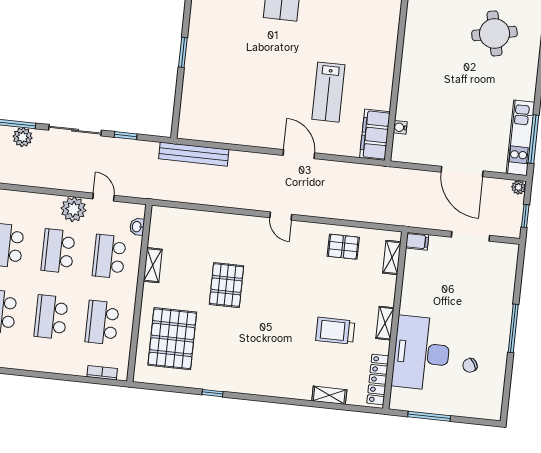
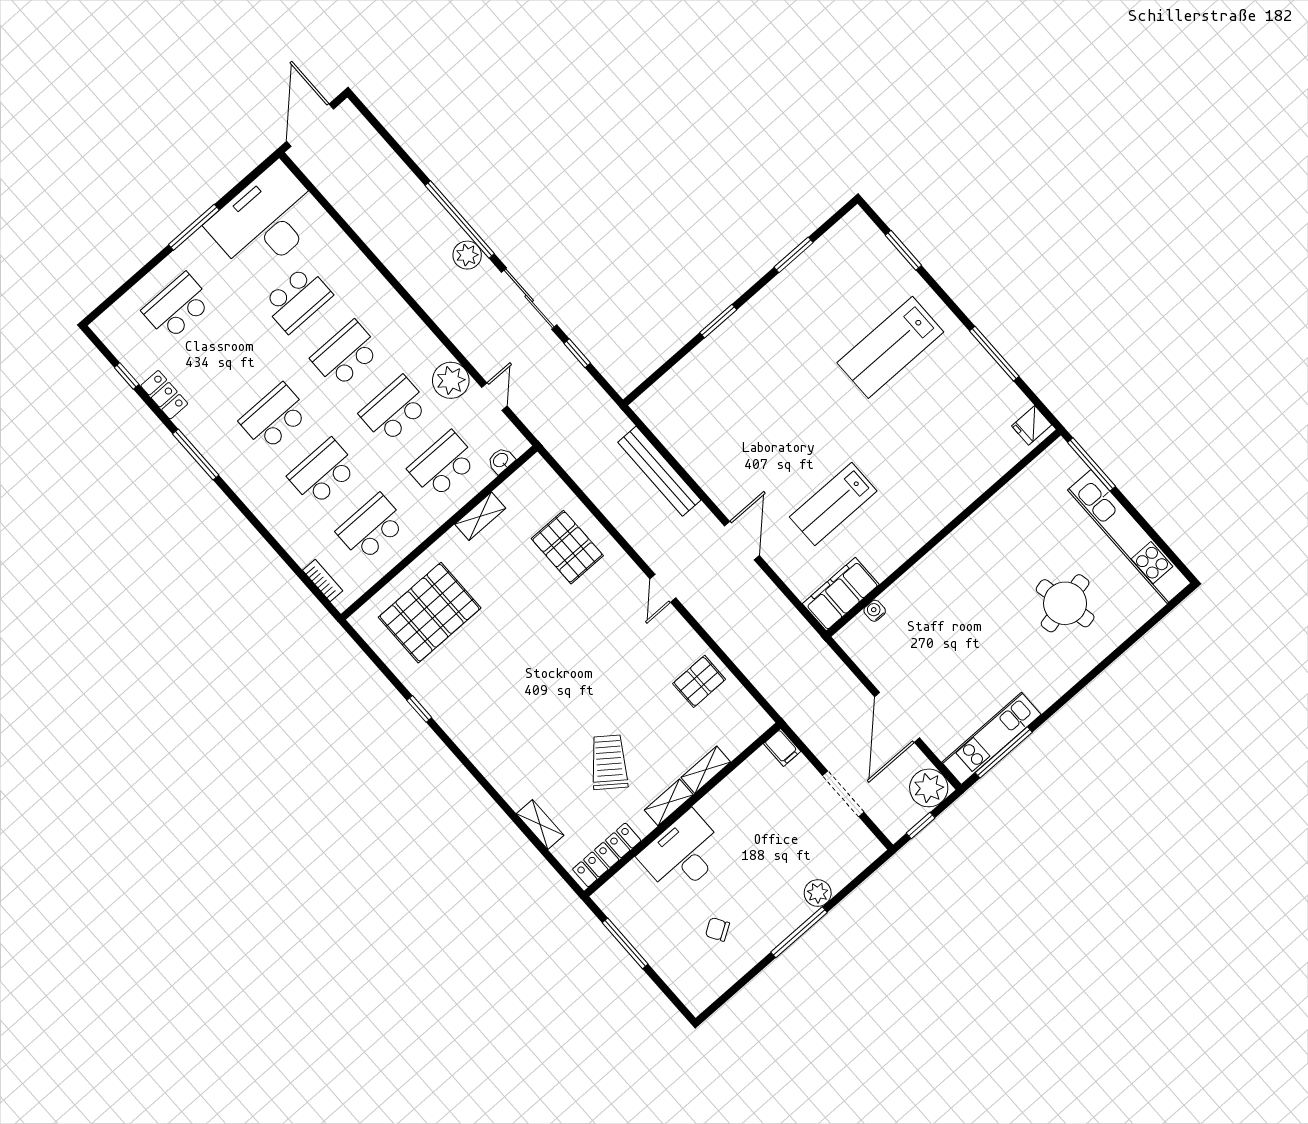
bench: (194, 154) -> (659, 471), moved
plant: (519, 187) -> (929, 788), width x1.87, depth x1.87
pallet: (343, 247) -> (699, 681), turned 90
shelving: (392, 257) -> (706, 770), moved
pallet: (226, 285) -> (567, 547), moved, turned 90
plant: (504, 299) -> (818, 893), added
trolley: (335, 331) -> (609, 762), turned 37
desk: (422, 353) -> (683, 854), width x0.73, depth x0.77

